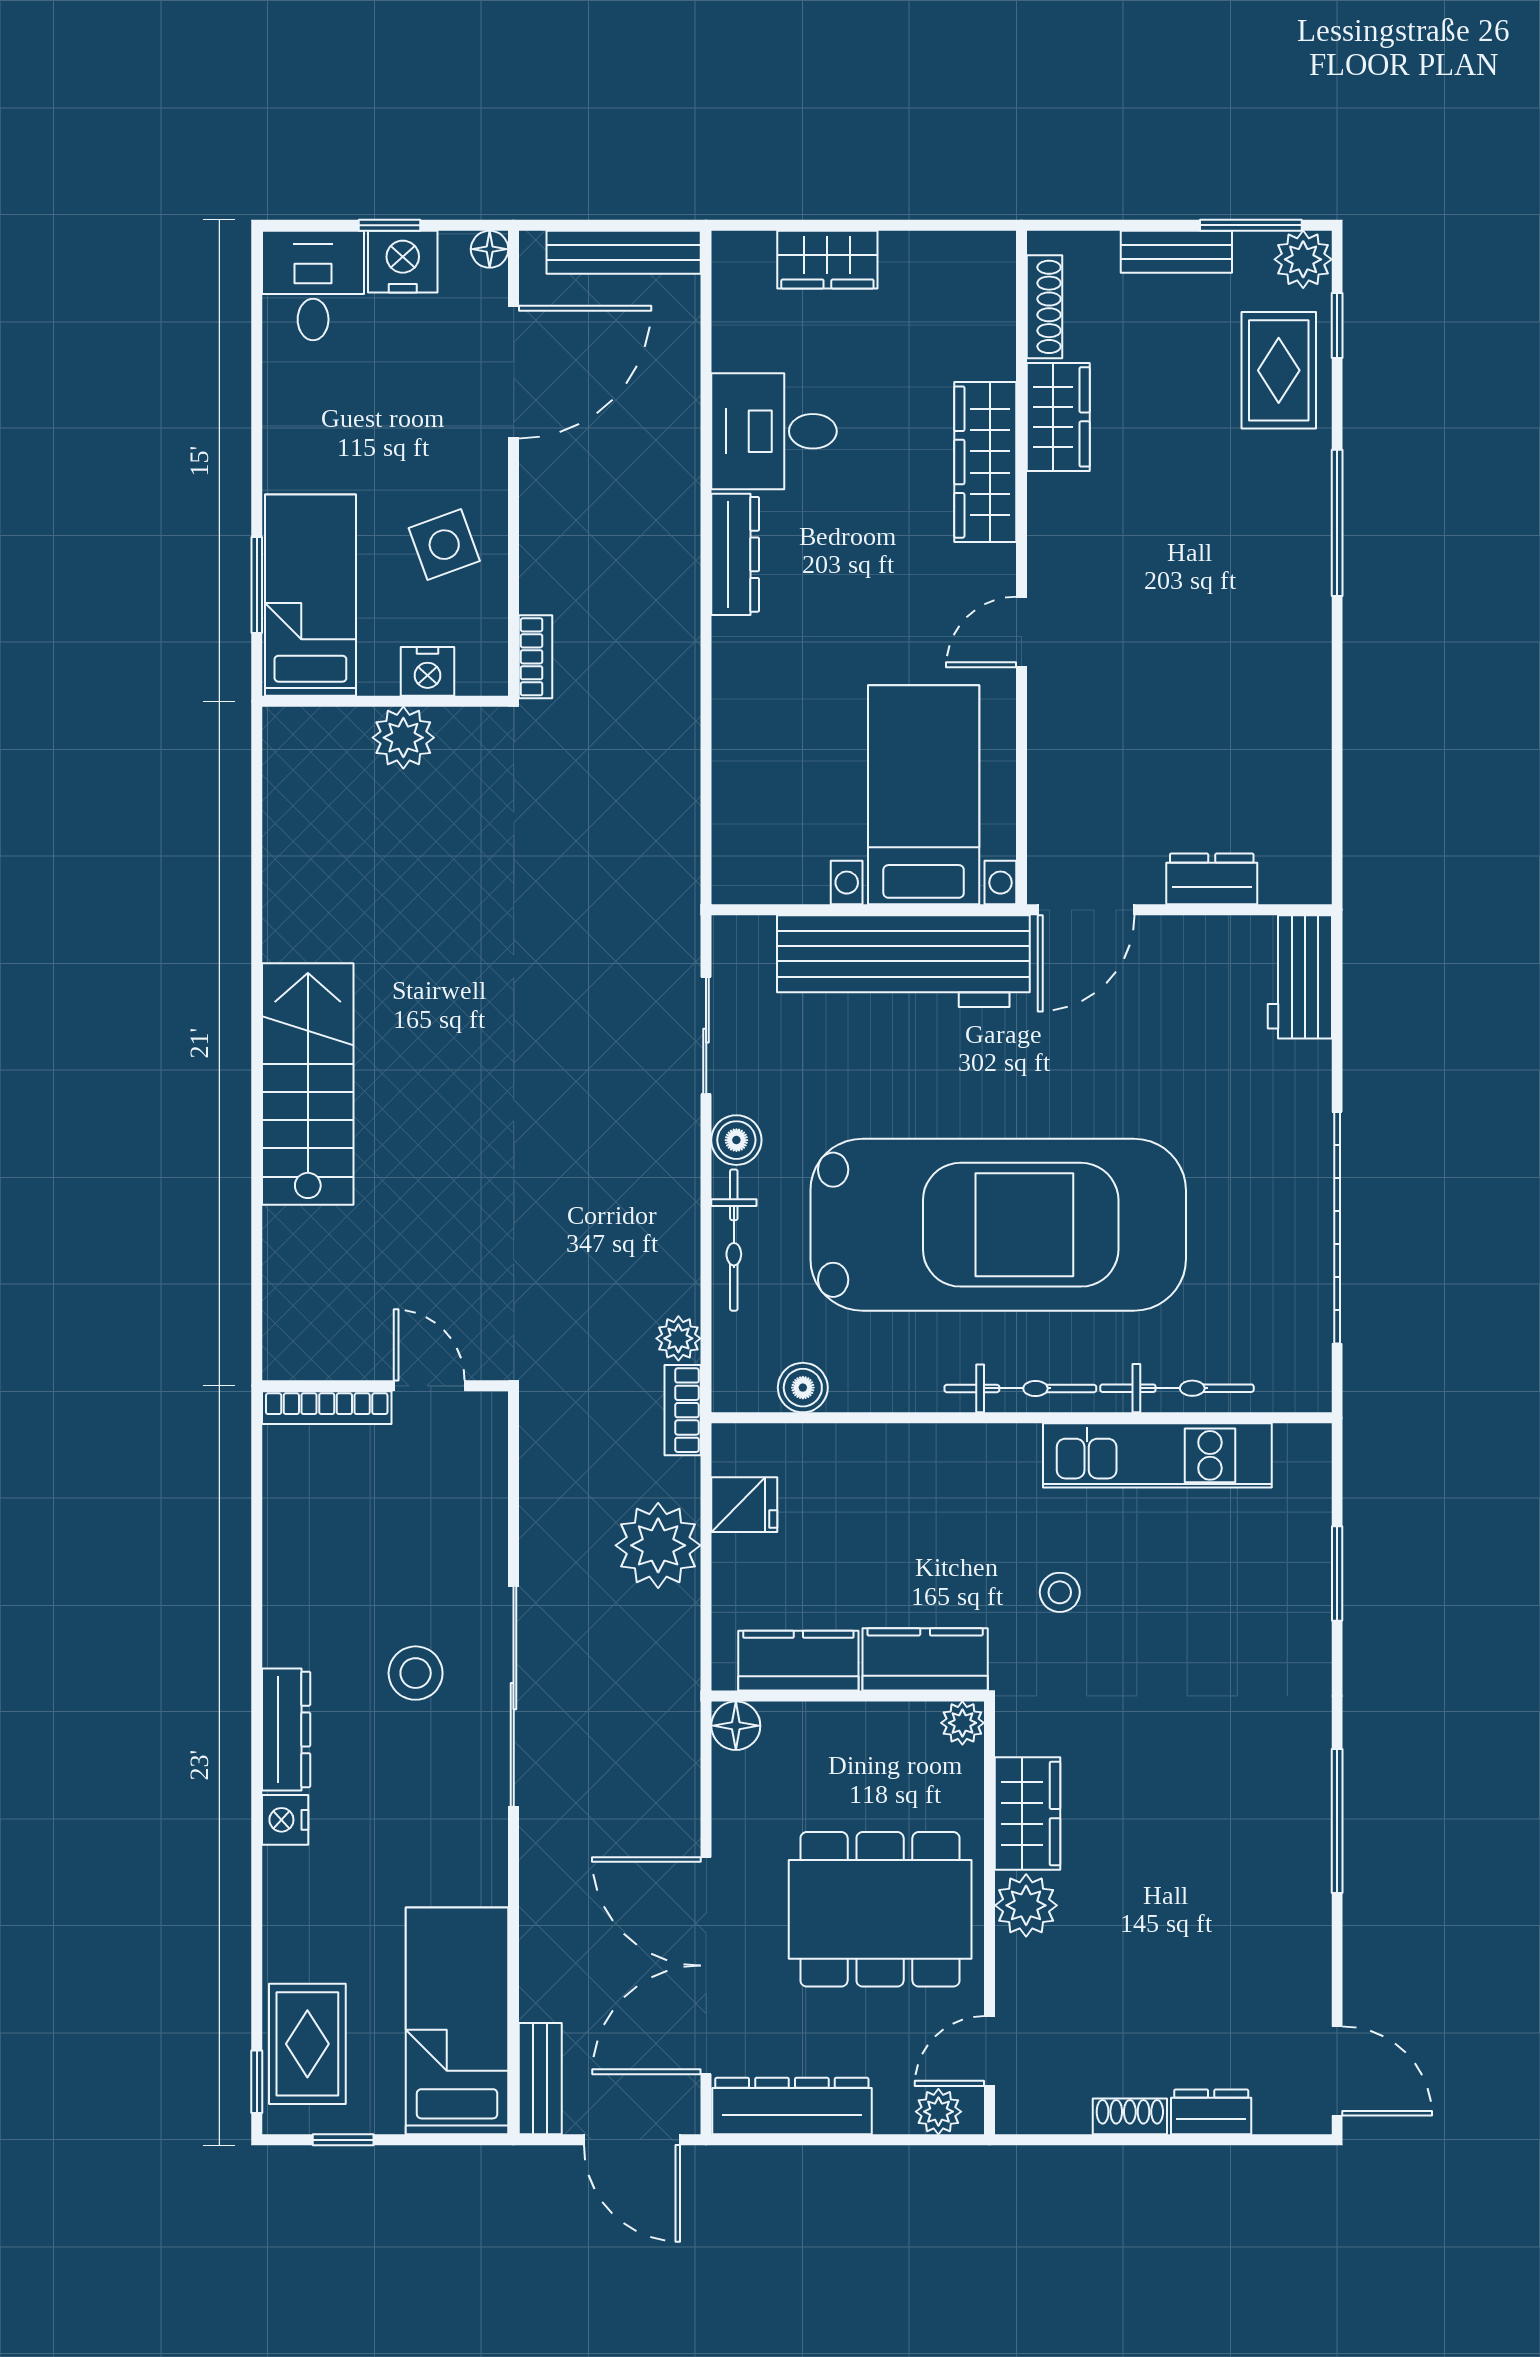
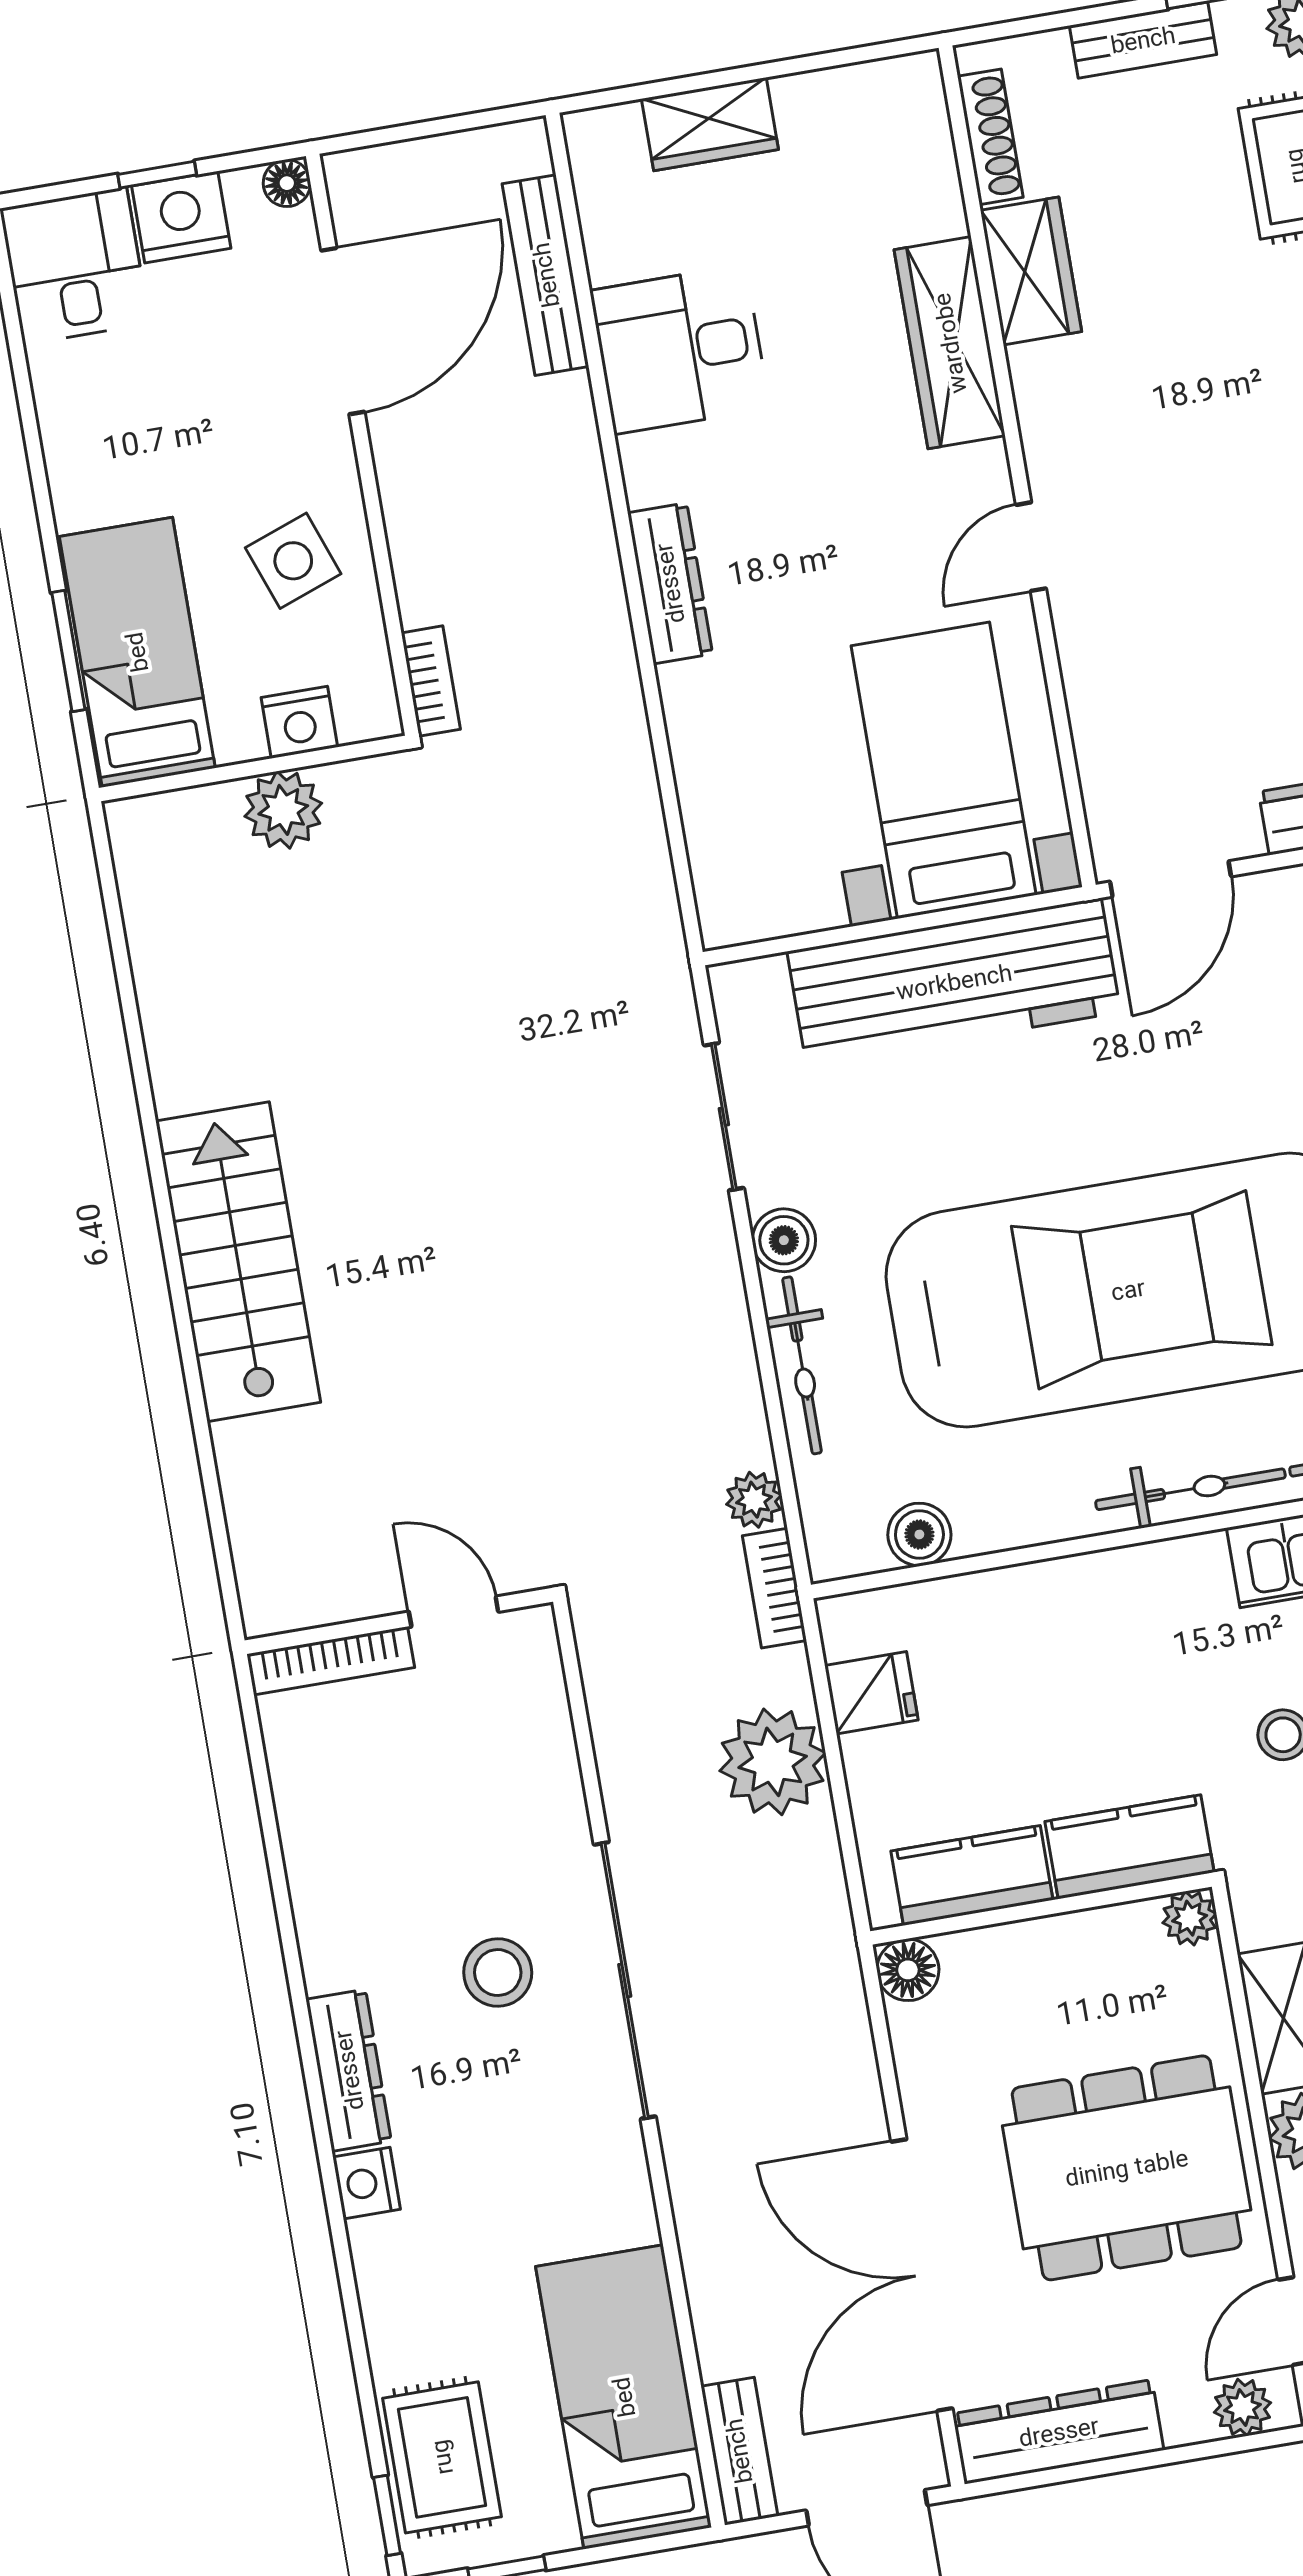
bench: (624, 252) -> (546, 275), moved, turned 90
dresser: (735, 554) -> (670, 583), moved

